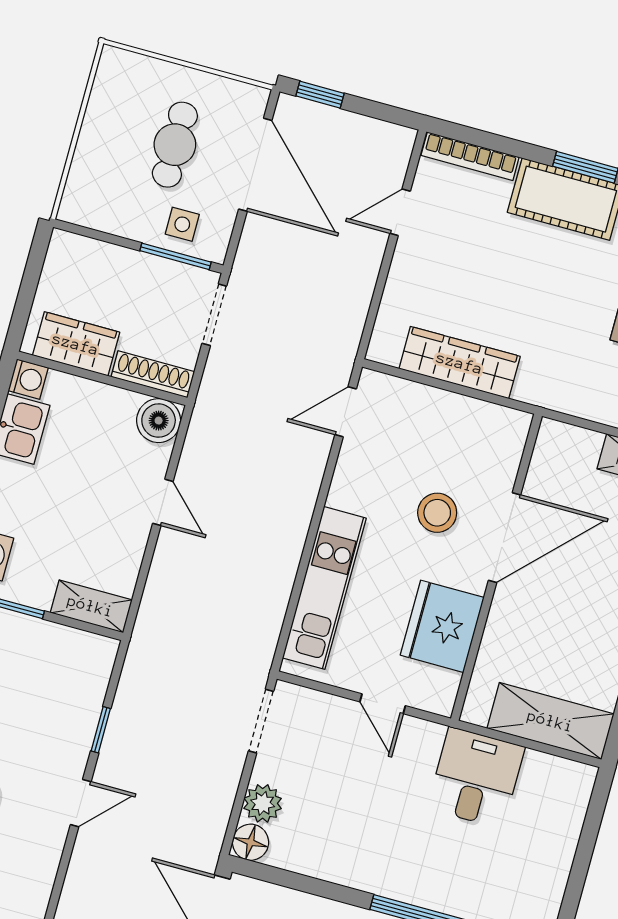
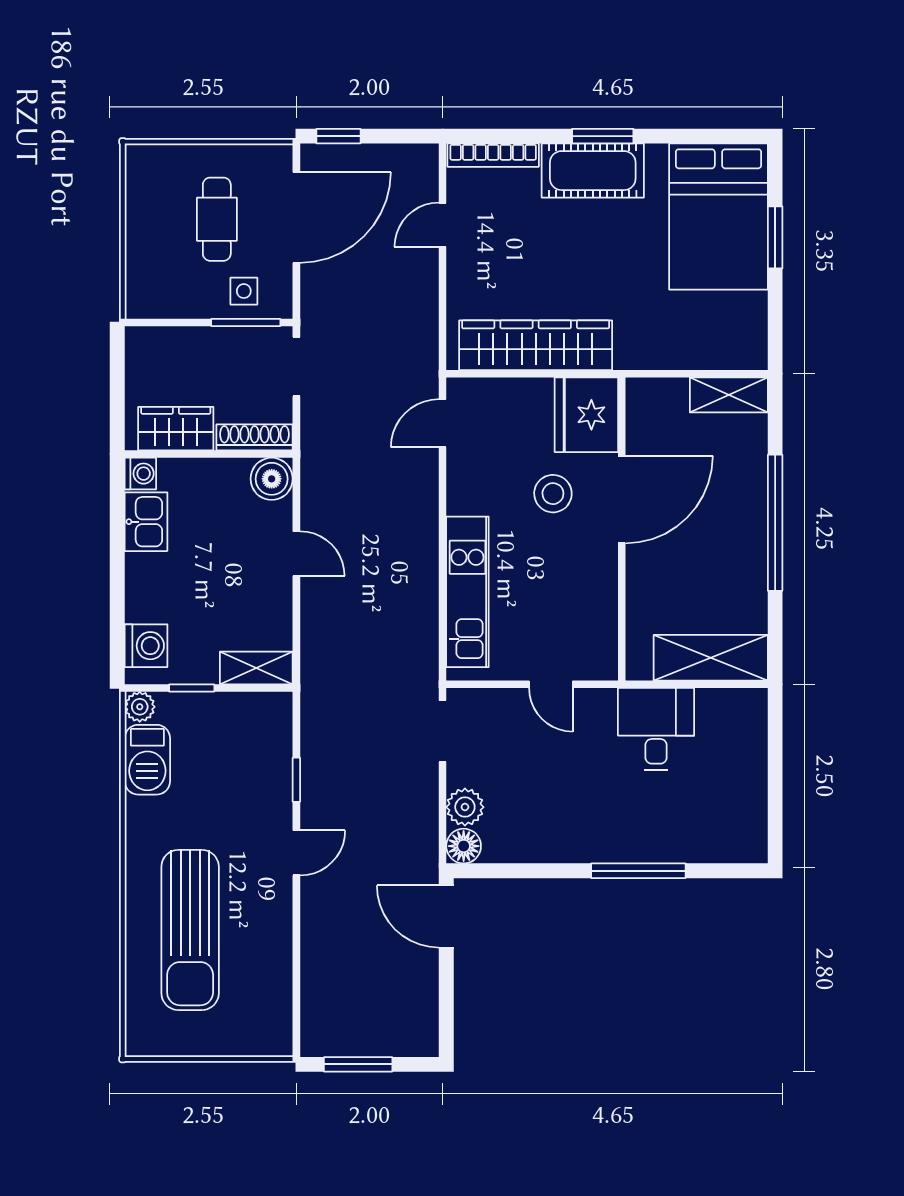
door: (255, 165) -> (296, 217), hinge flipped
wardrobe: (460, 363) -> (536, 345), width x1.40, depth x1.17
fridge: (442, 626) -> (586, 415), moved

